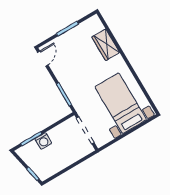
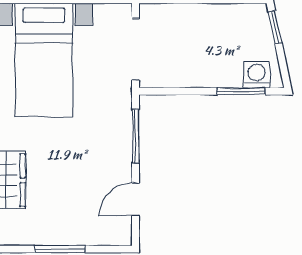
door: (43, 59) -> (136, 199), moved
washing machine: (43, 141) -> (257, 75), moved

